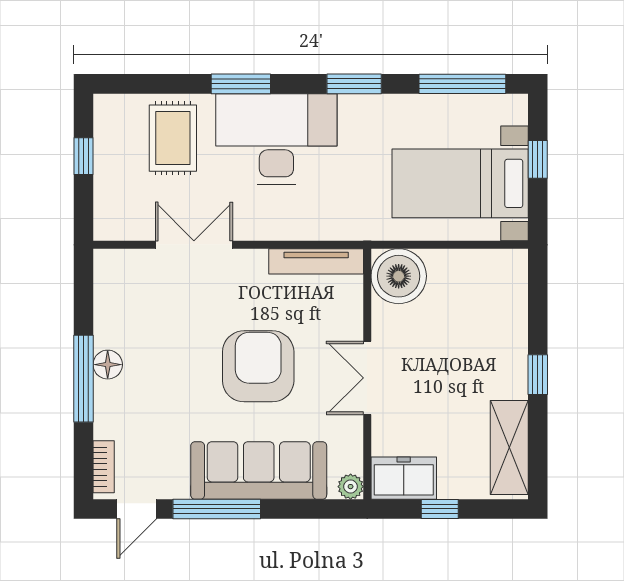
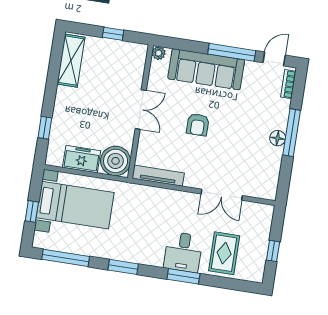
desk: (276, 139) -> (183, 252), width x0.53, depth x0.77
armchair: (258, 366) -> (198, 125), width x0.53, depth x0.53
window: (538, 375) -> (45, 128), moved
freezer: (404, 478) -> (82, 159), moved, turned 180

